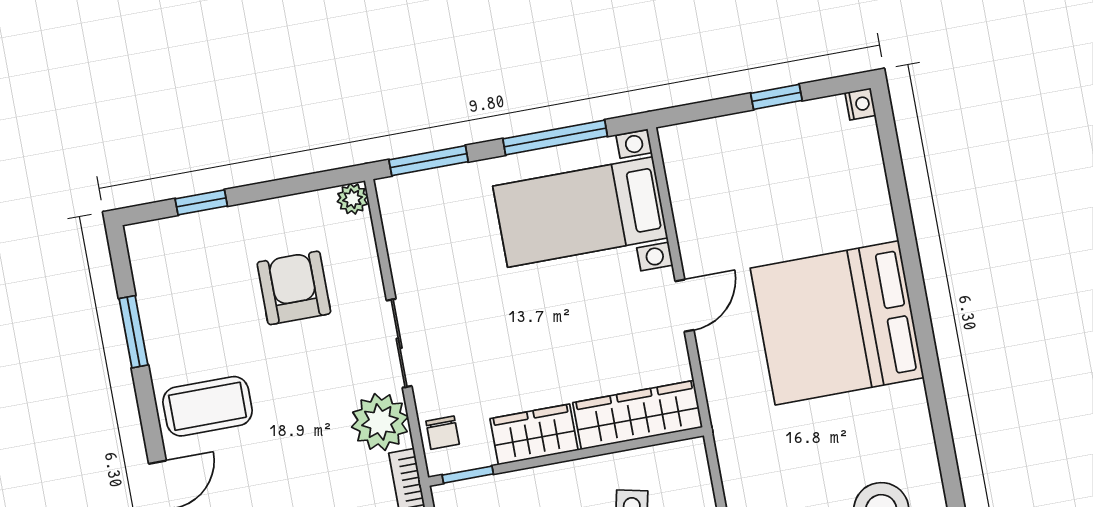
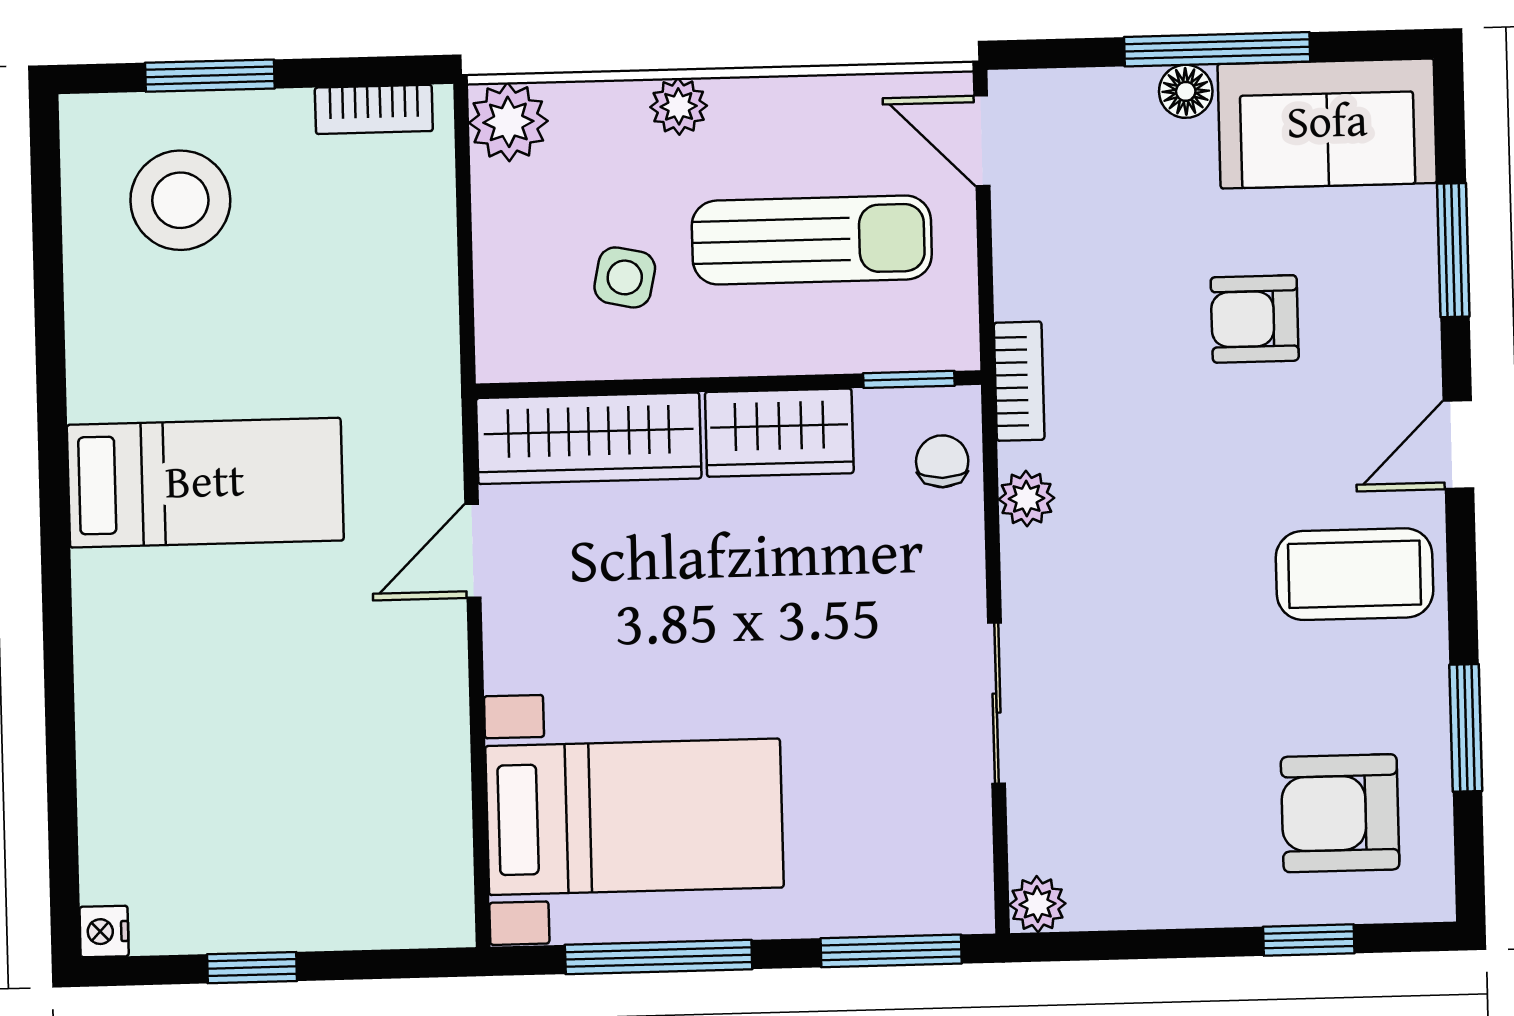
armchair: (294, 288) -> (1340, 813), moved, turned 90
door: (684, 306) -> (473, 551), moved
bed: (837, 323) -> (205, 483), width x0.49
sliding door: (399, 343) -> (997, 703), moved
plant: (380, 422) -> (1026, 499), width x0.53, depth x0.53

